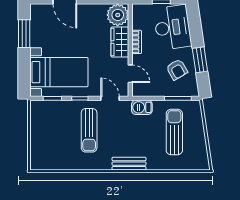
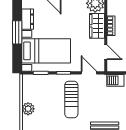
window: (24, 34) -> (17, 32), moved
dresser: (37, 34) -> (28, 19), added
plant: (37, 141) -> (28, 109), added

